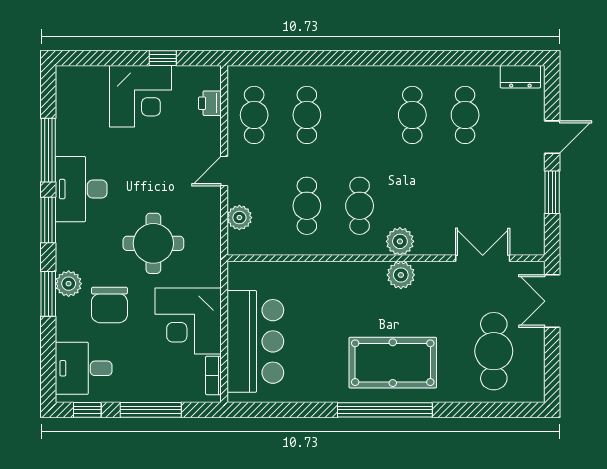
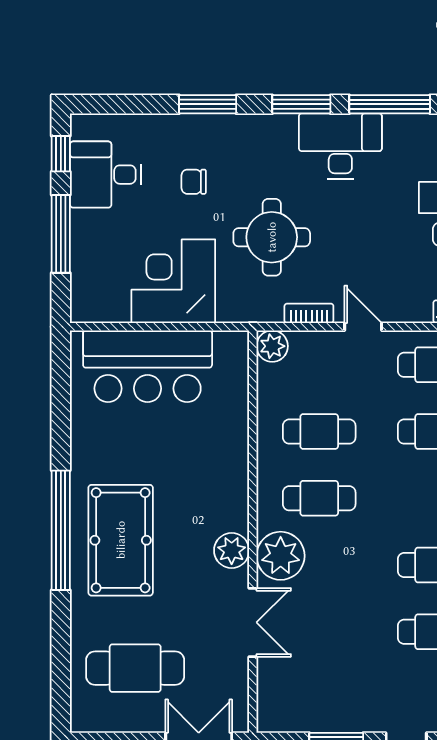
plant: (239, 218) -> (272, 346), moved
plant: (400, 241) -> (281, 556), width x1.36, depth x1.36
double door: (483, 258) -> (253, 622), moved
plant: (69, 284) -> (221, 130), removed
chair: (109, 305) -> (194, 182), width x0.54, depth x0.54
desk: (84, 368) -> (106, 175), moved, turned -90
bookcase: (213, 375) -> (309, 313), moved

